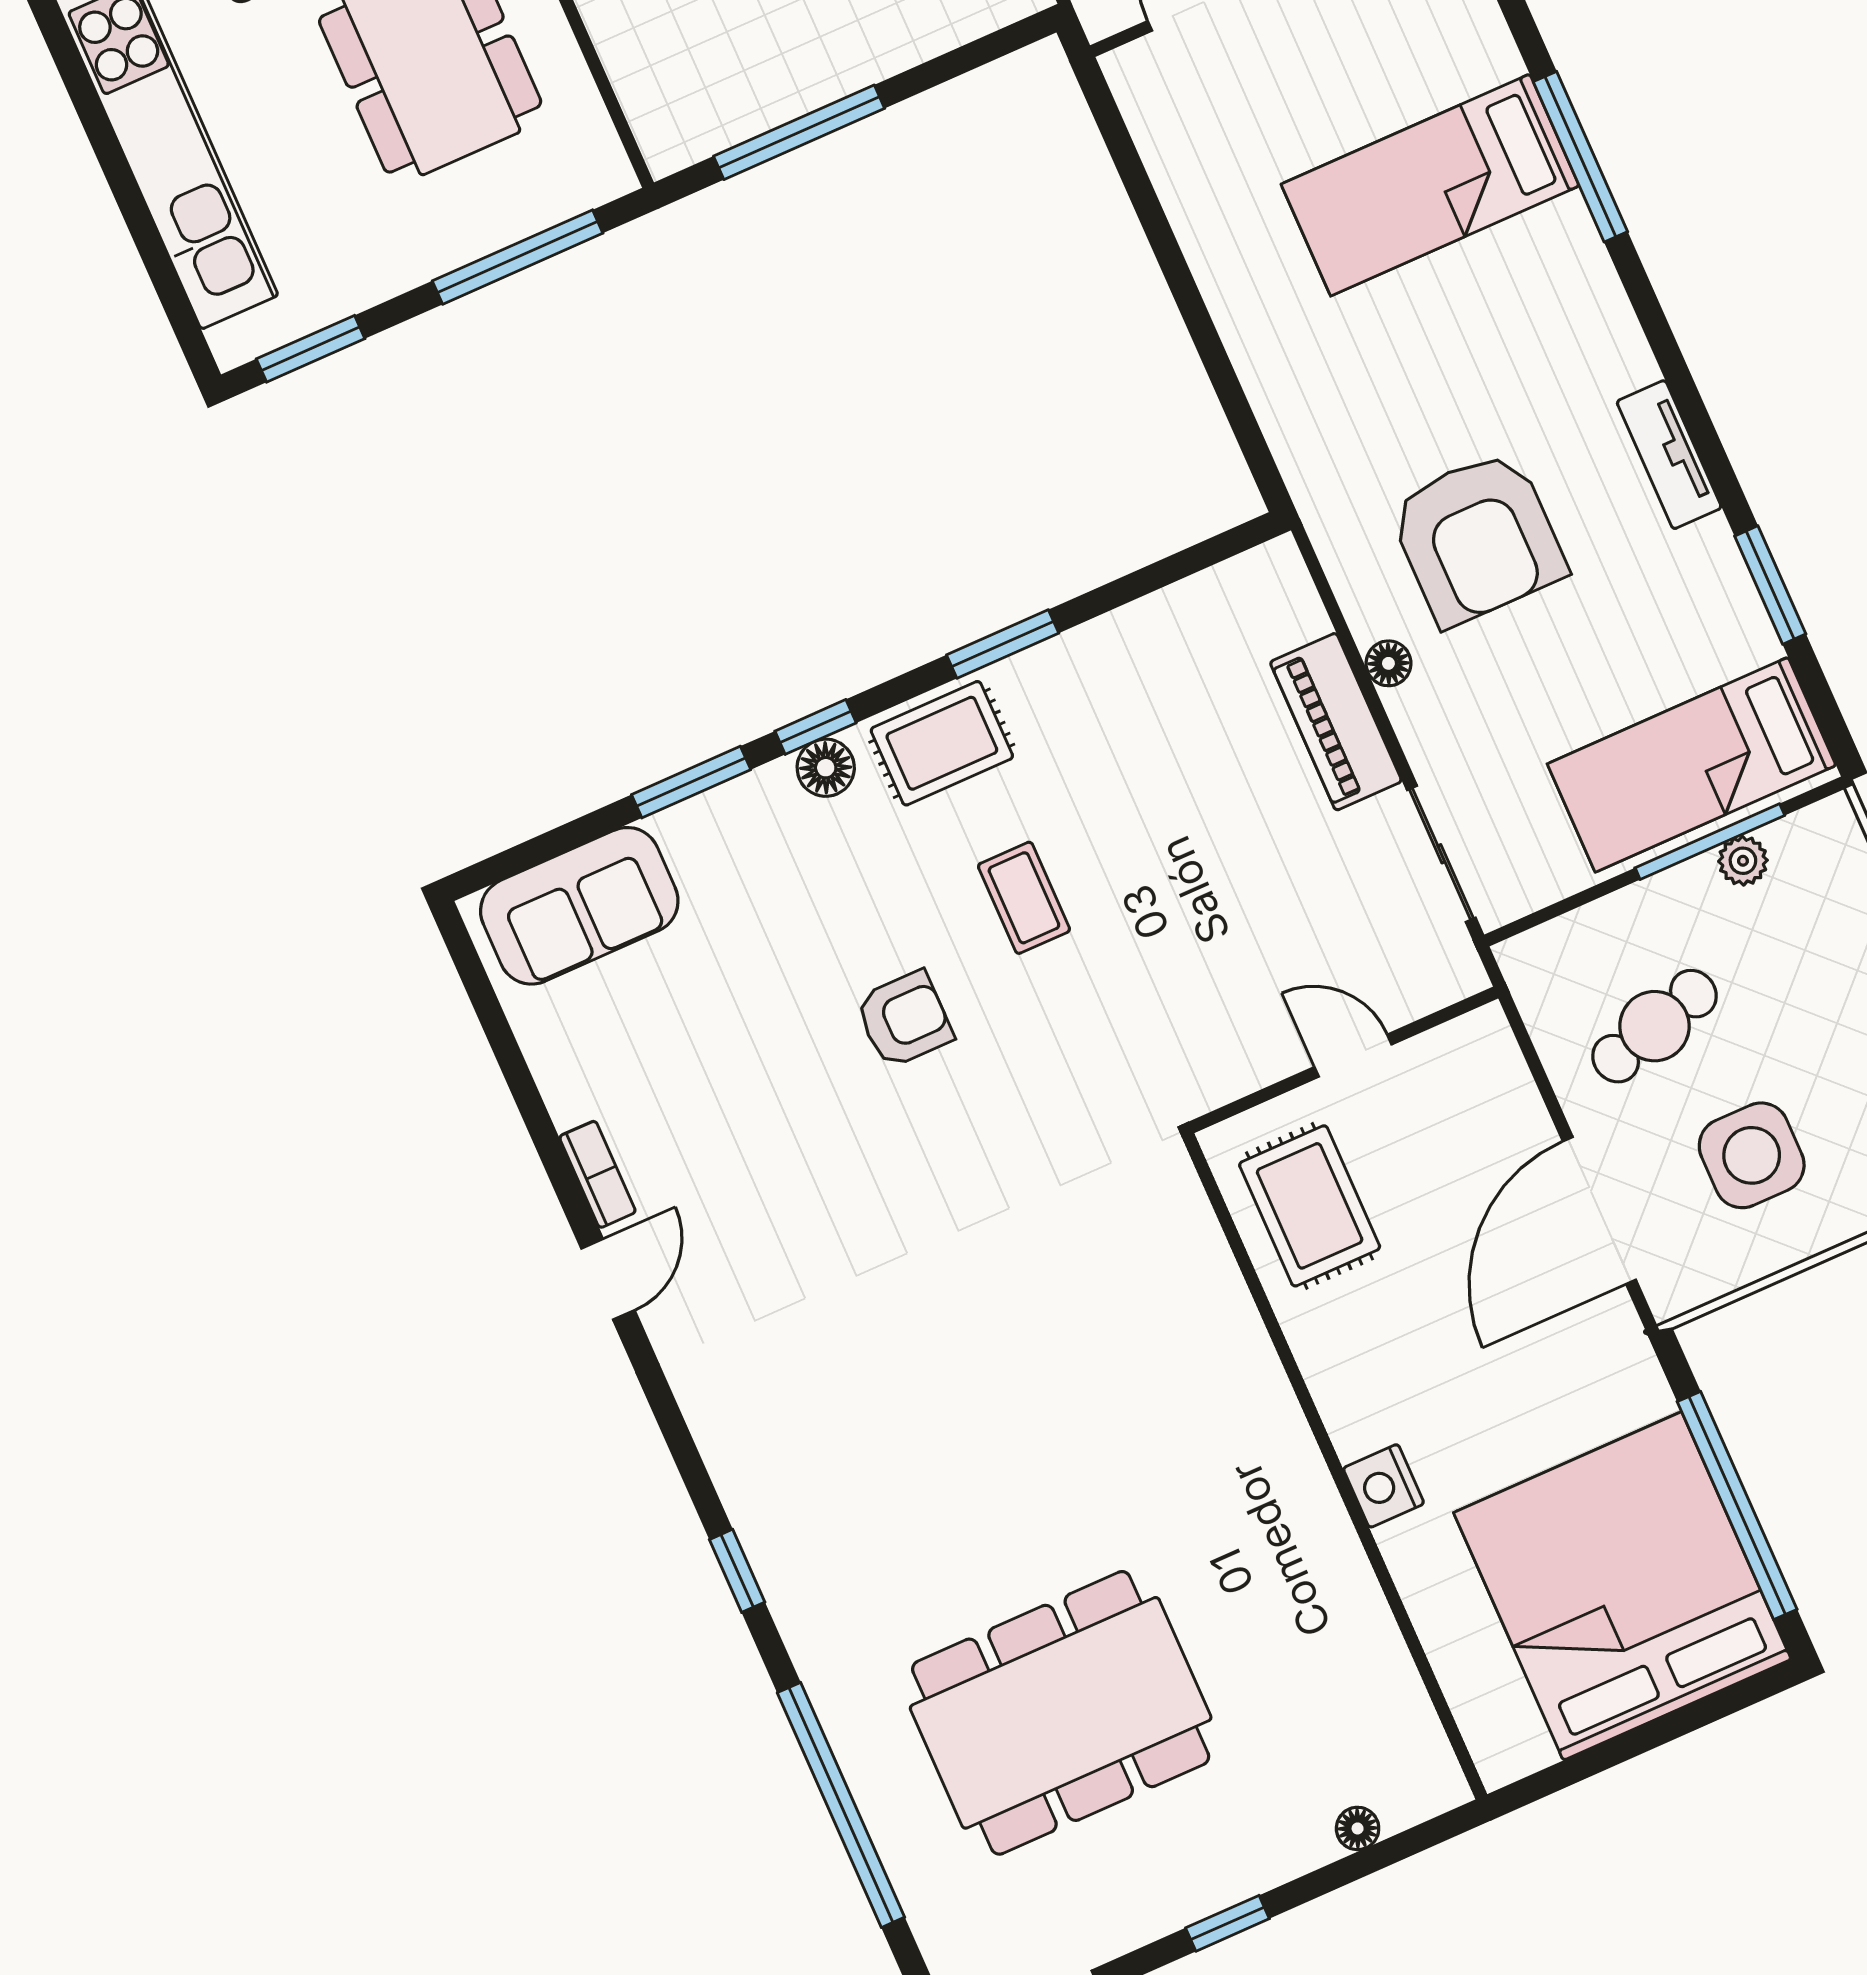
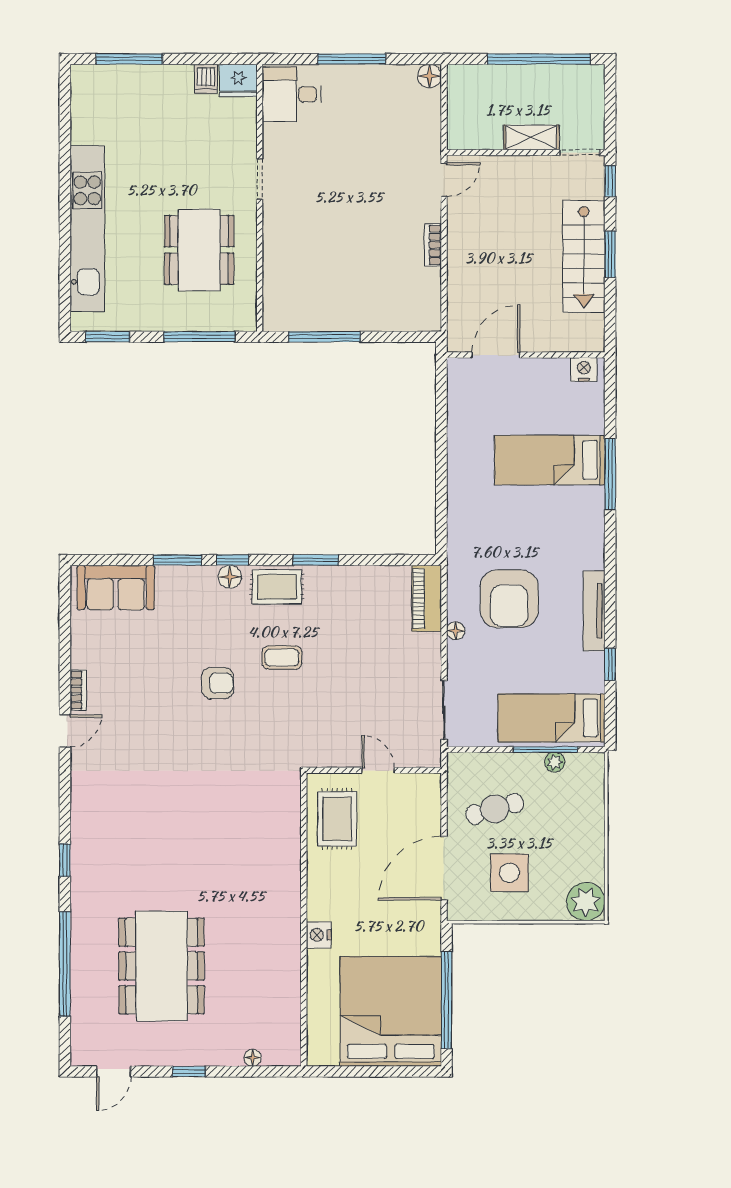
tv unit: (1669, 455) -> (594, 611), width x1.41
window: (1770, 585) -> (610, 664), width x0.67
piano: (1336, 722) -> (427, 598), moved
coffee table: (1024, 898) -> (282, 658), turned 90
dining table: (1061, 1713) -> (162, 966), turned 90

